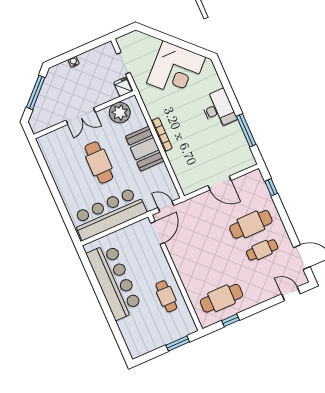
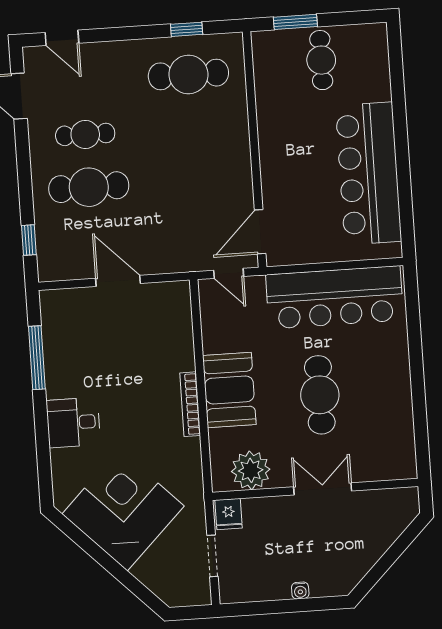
window: (36, 92) -> (387, 560), removed
desk: (218, 109) -> (73, 422), width x0.73
cafe table: (166, 296) -> (321, 60), moved

